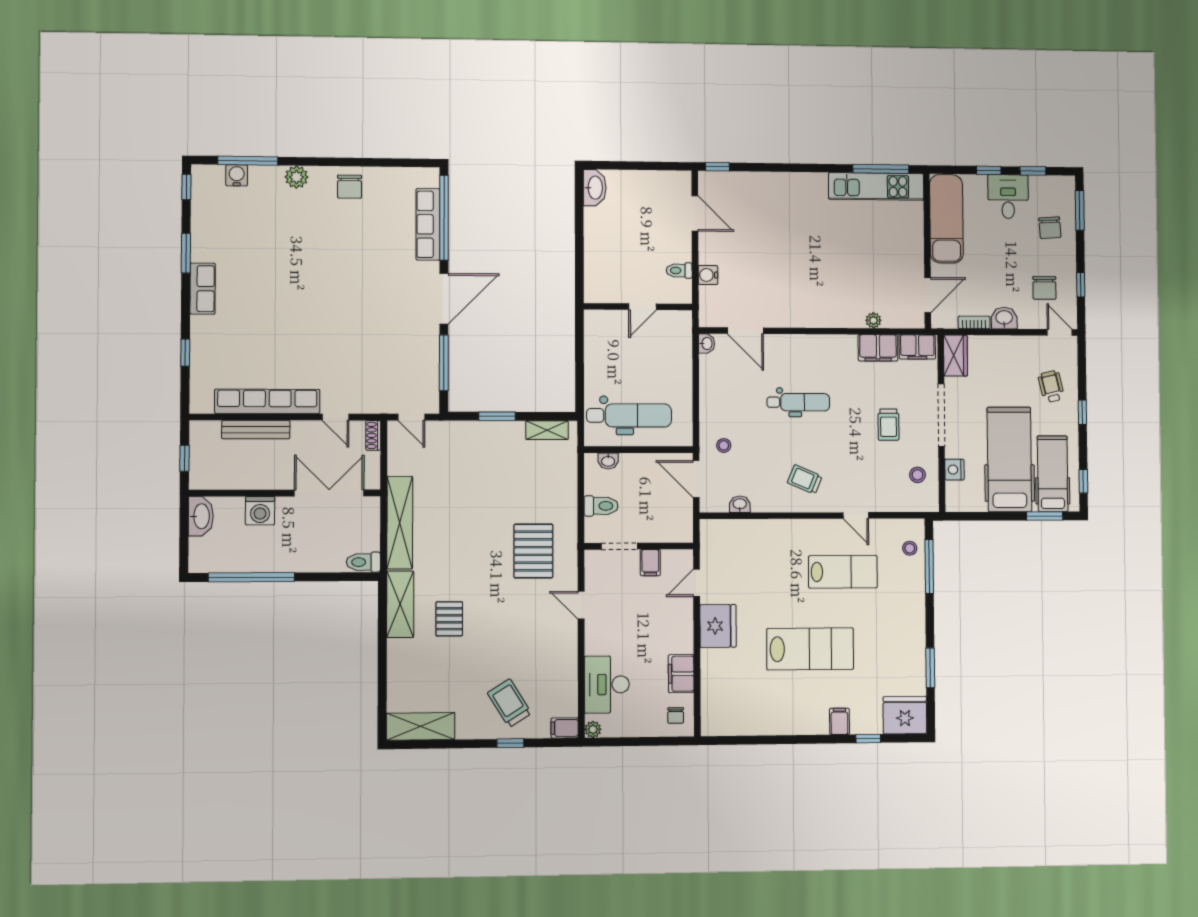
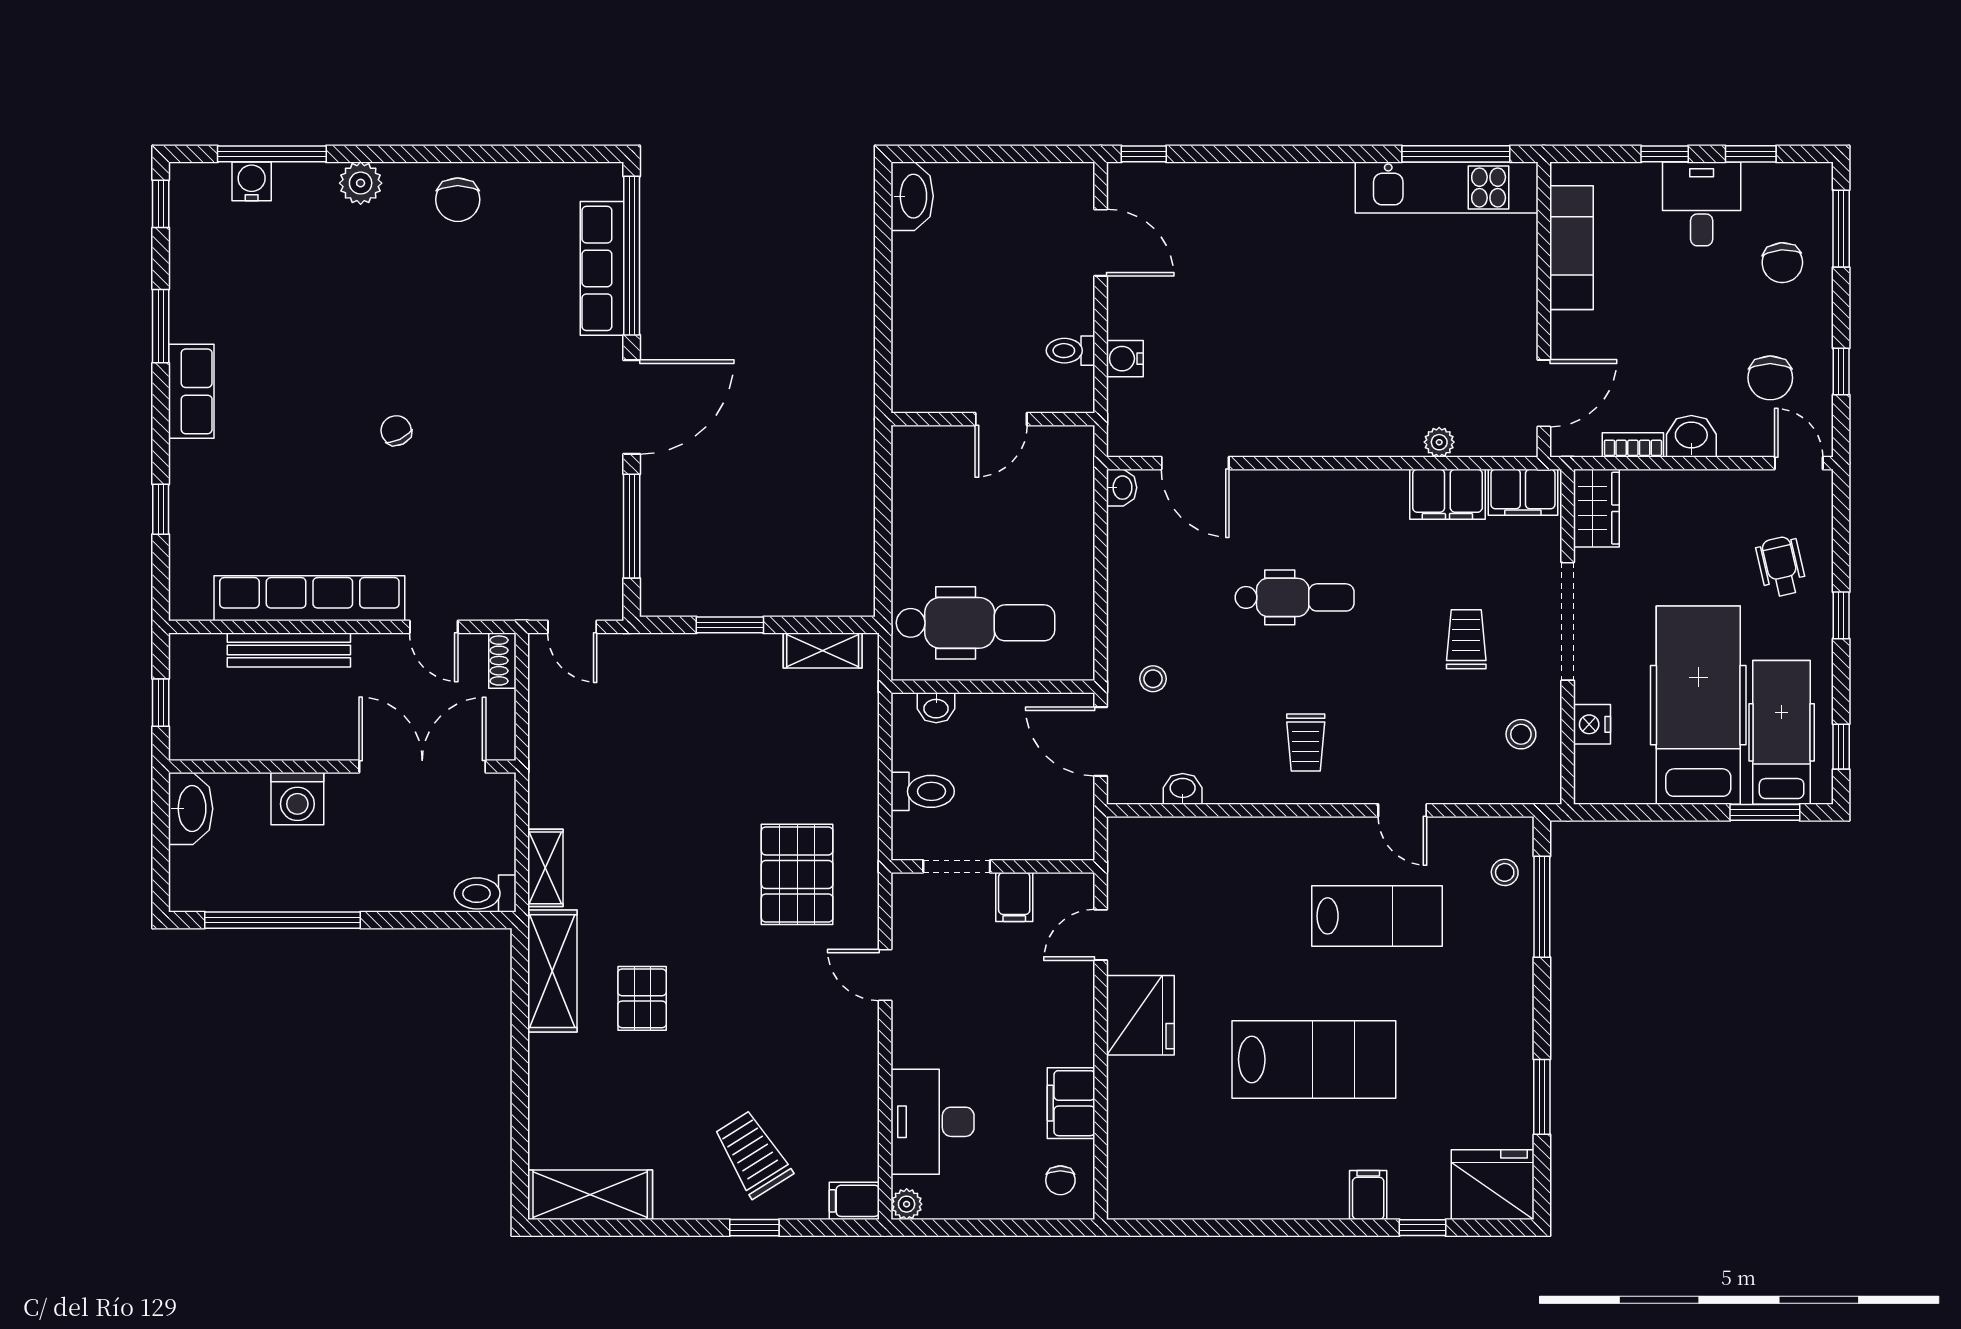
exam couch: (946, 219) -> (1571, 248), width x0.73, depth x0.69
chair: (315, 311) -> (396, 431), added
trolley: (888, 425) -> (1466, 639), turned 180
trolley: (805, 479) -> (1306, 743), turned -113
shelving: (400, 523) -> (545, 868), width x0.45, depth x0.75

